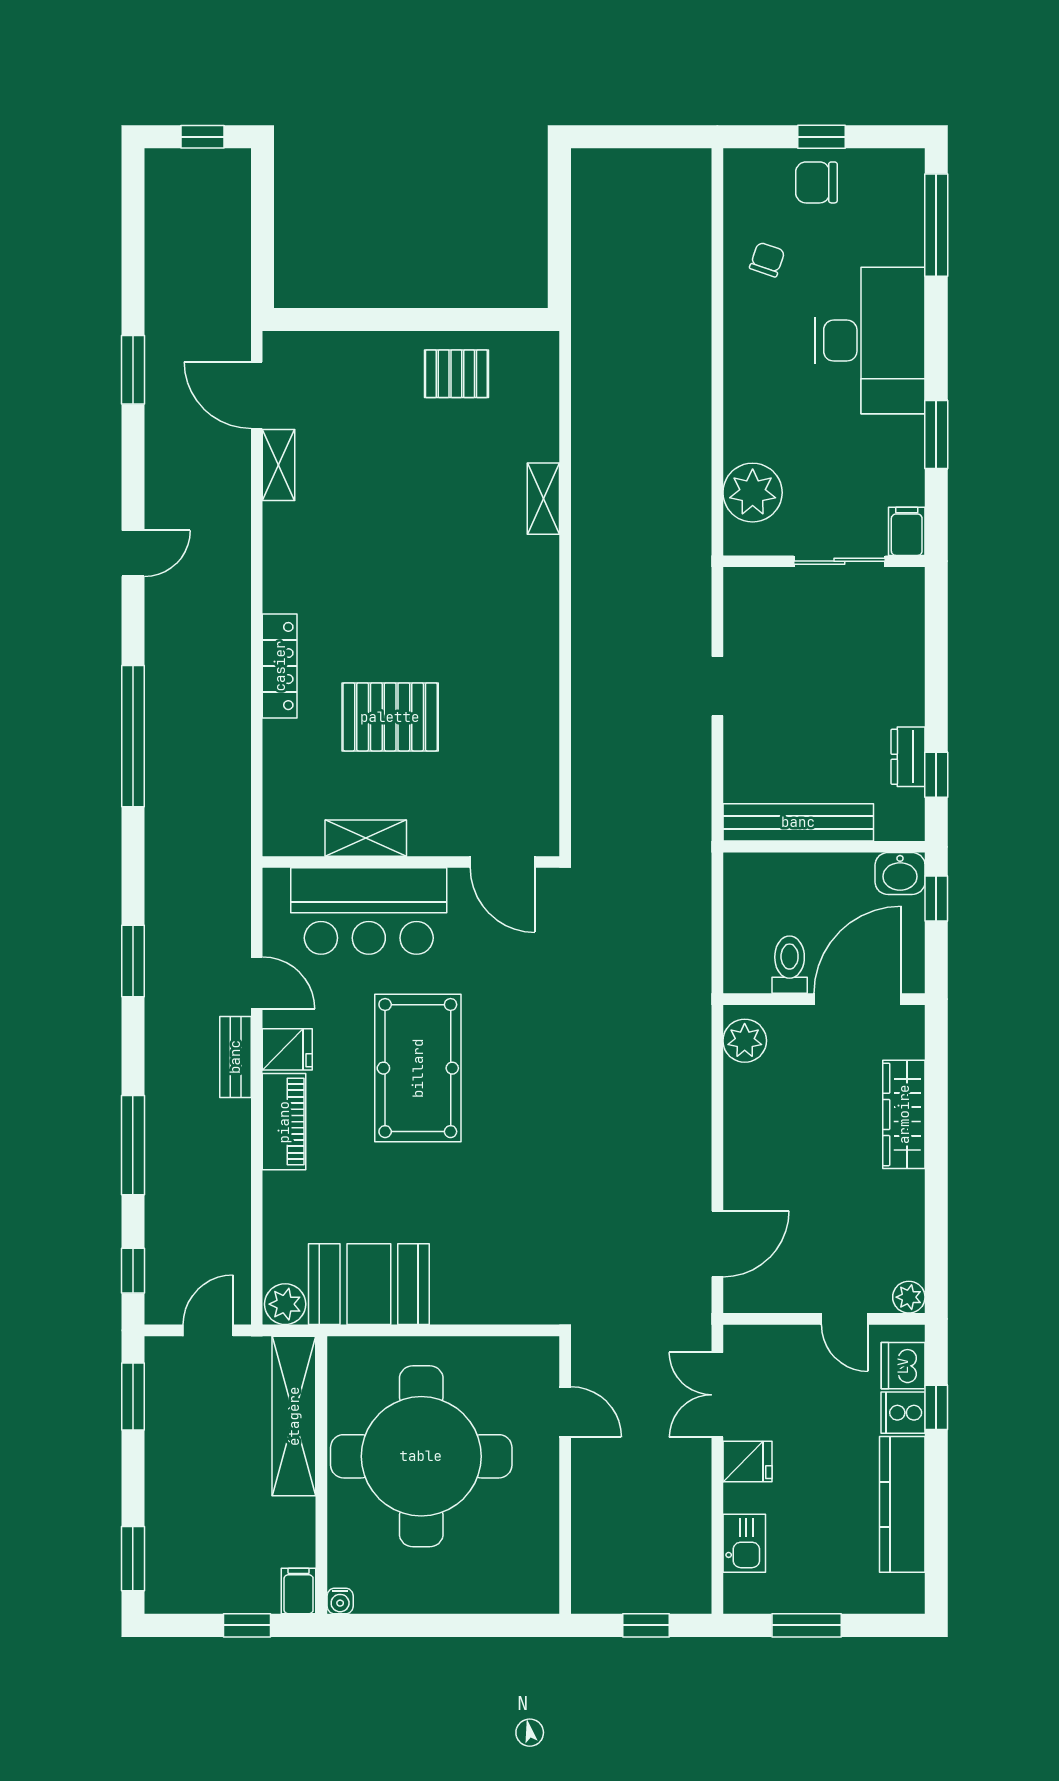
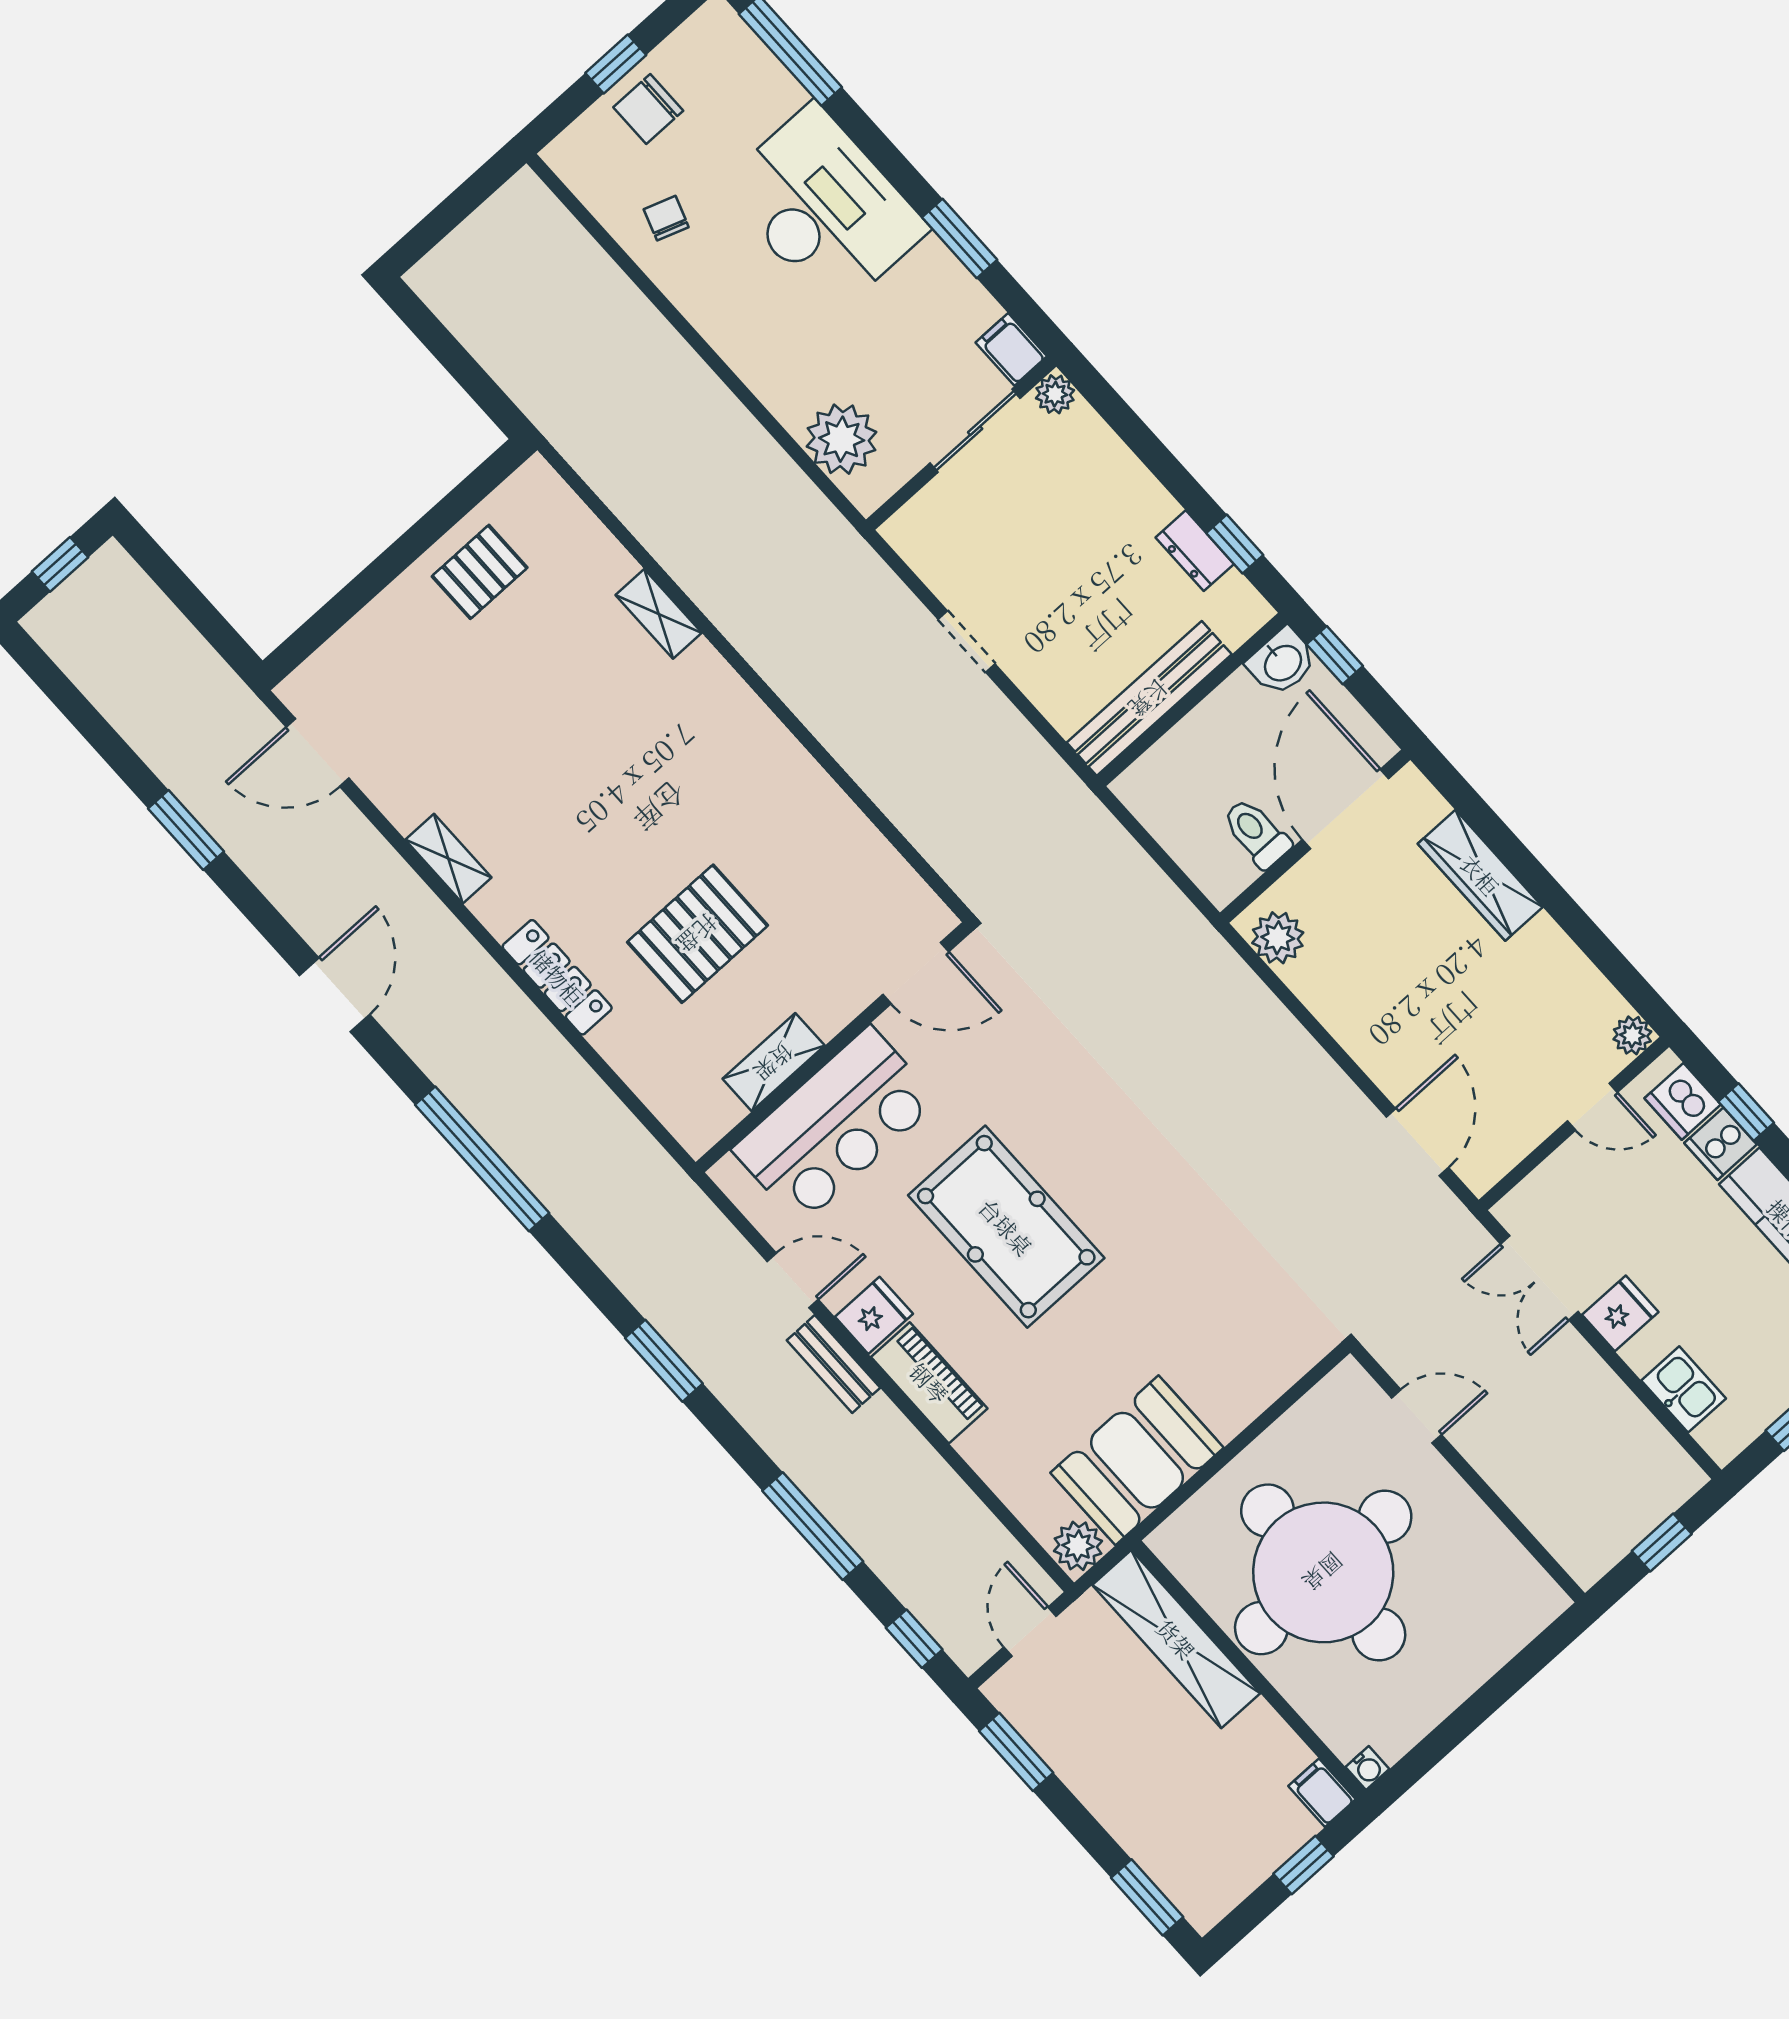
shelving: (278, 465) -> (448, 859), moved
door: (133, 553) -> (334, 995), width x1.37
plant: (909, 583) -> (1055, 394), added

